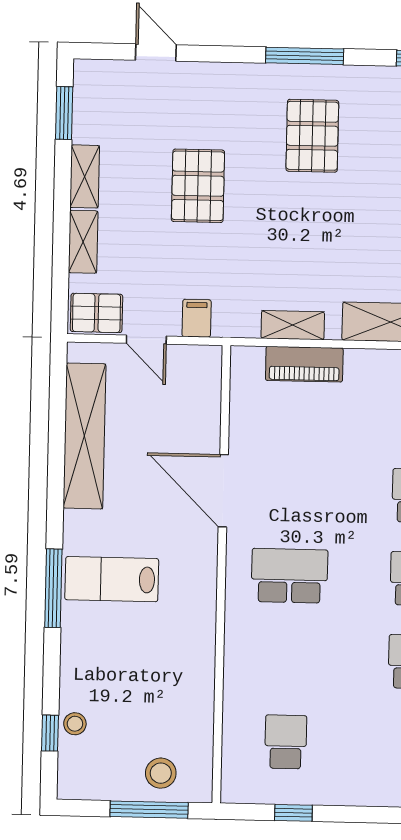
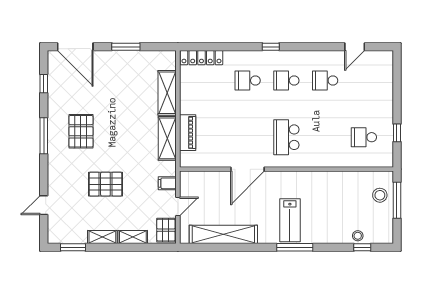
pallet: (312, 136) -> (81, 131), turned 90
shelving: (293, 325) -> (167, 138), width x1.50, depth x1.33

